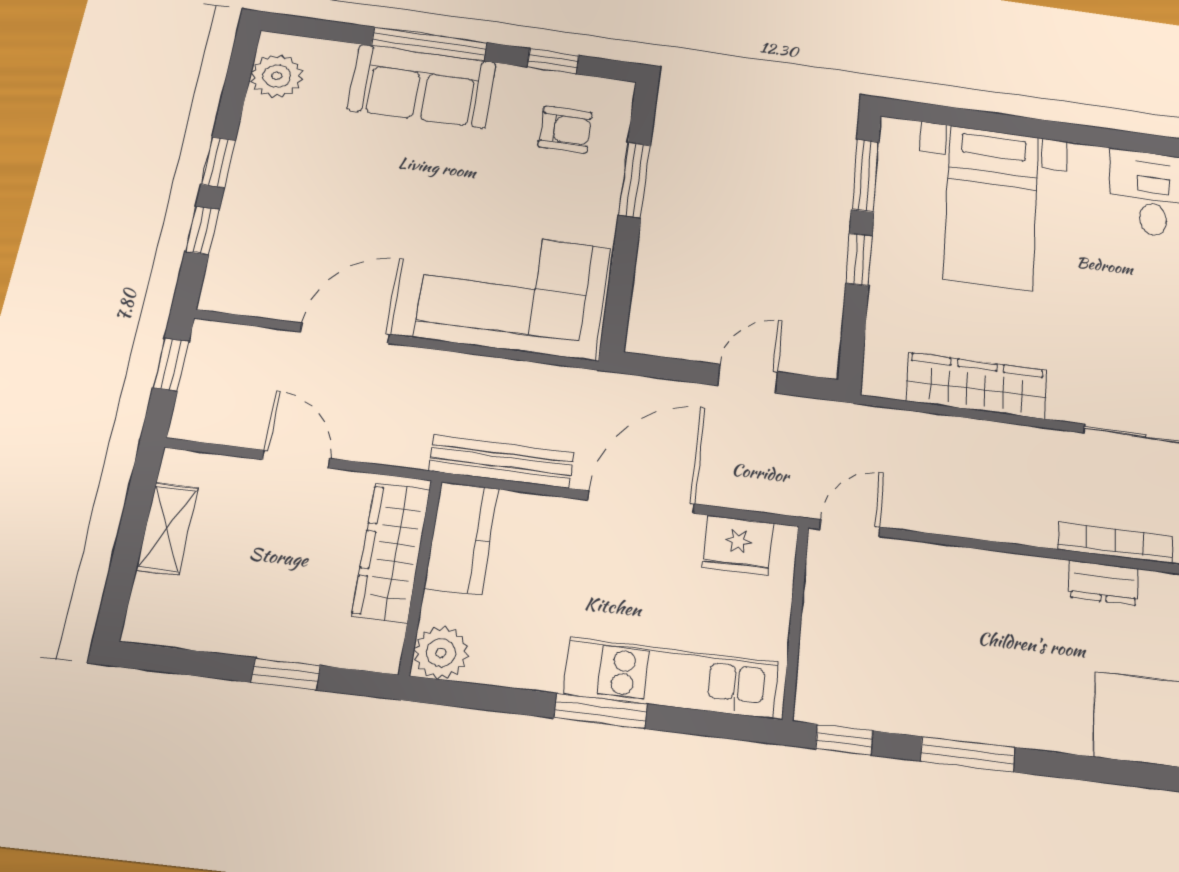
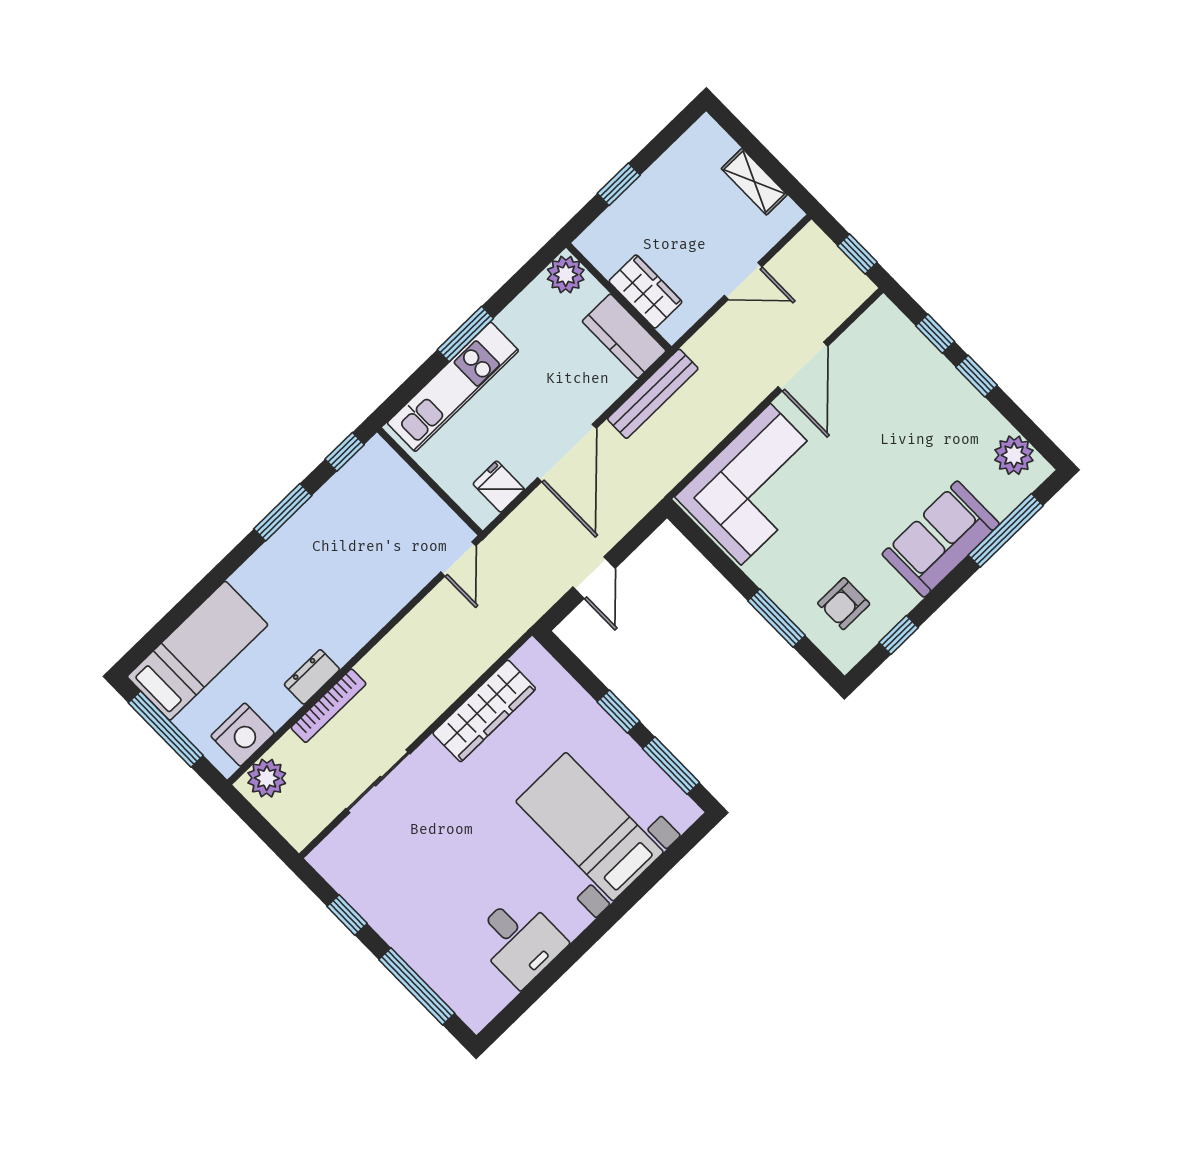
window: (429, 44) -> (1006, 530), moved
fridge: (738, 545) -> (499, 487), width x0.72
wardrobe: (391, 552) -> (645, 292), width x0.67

